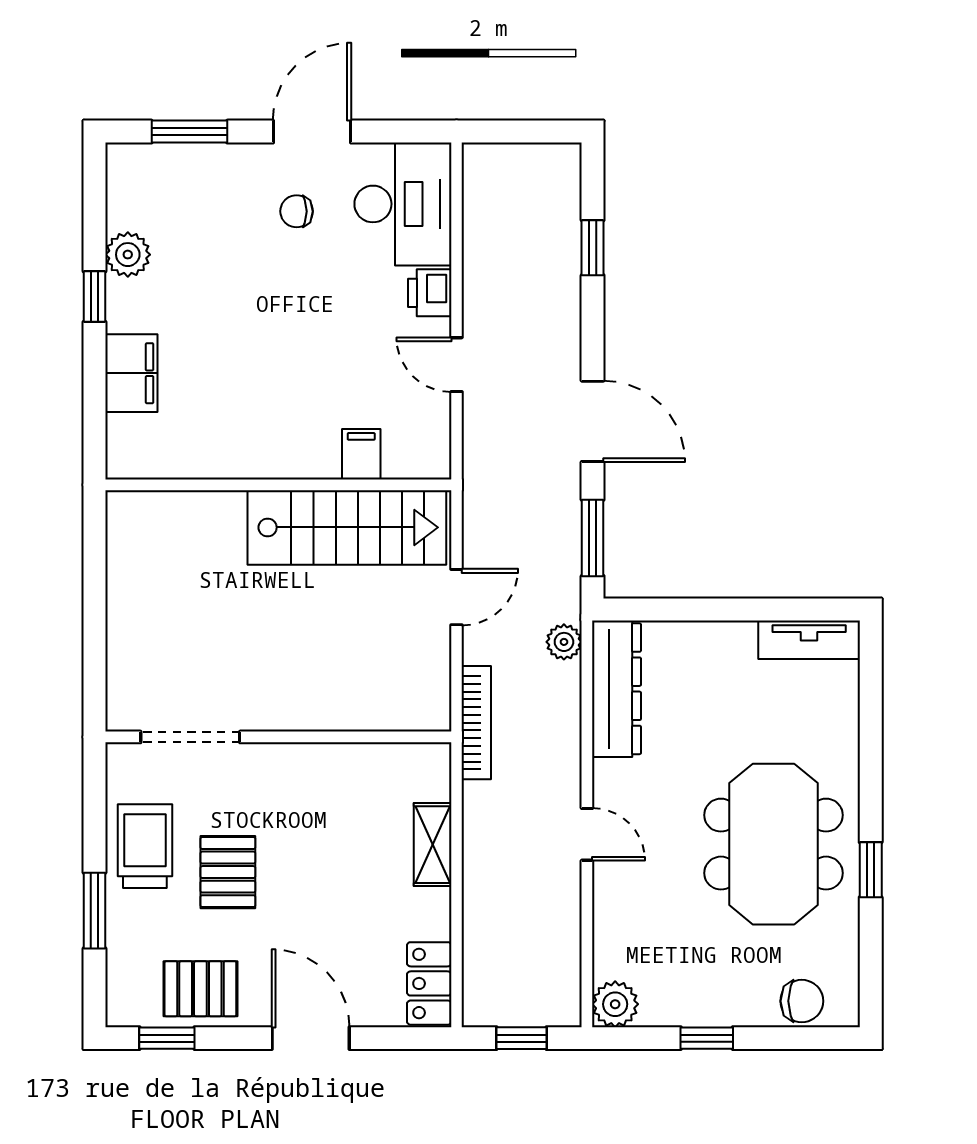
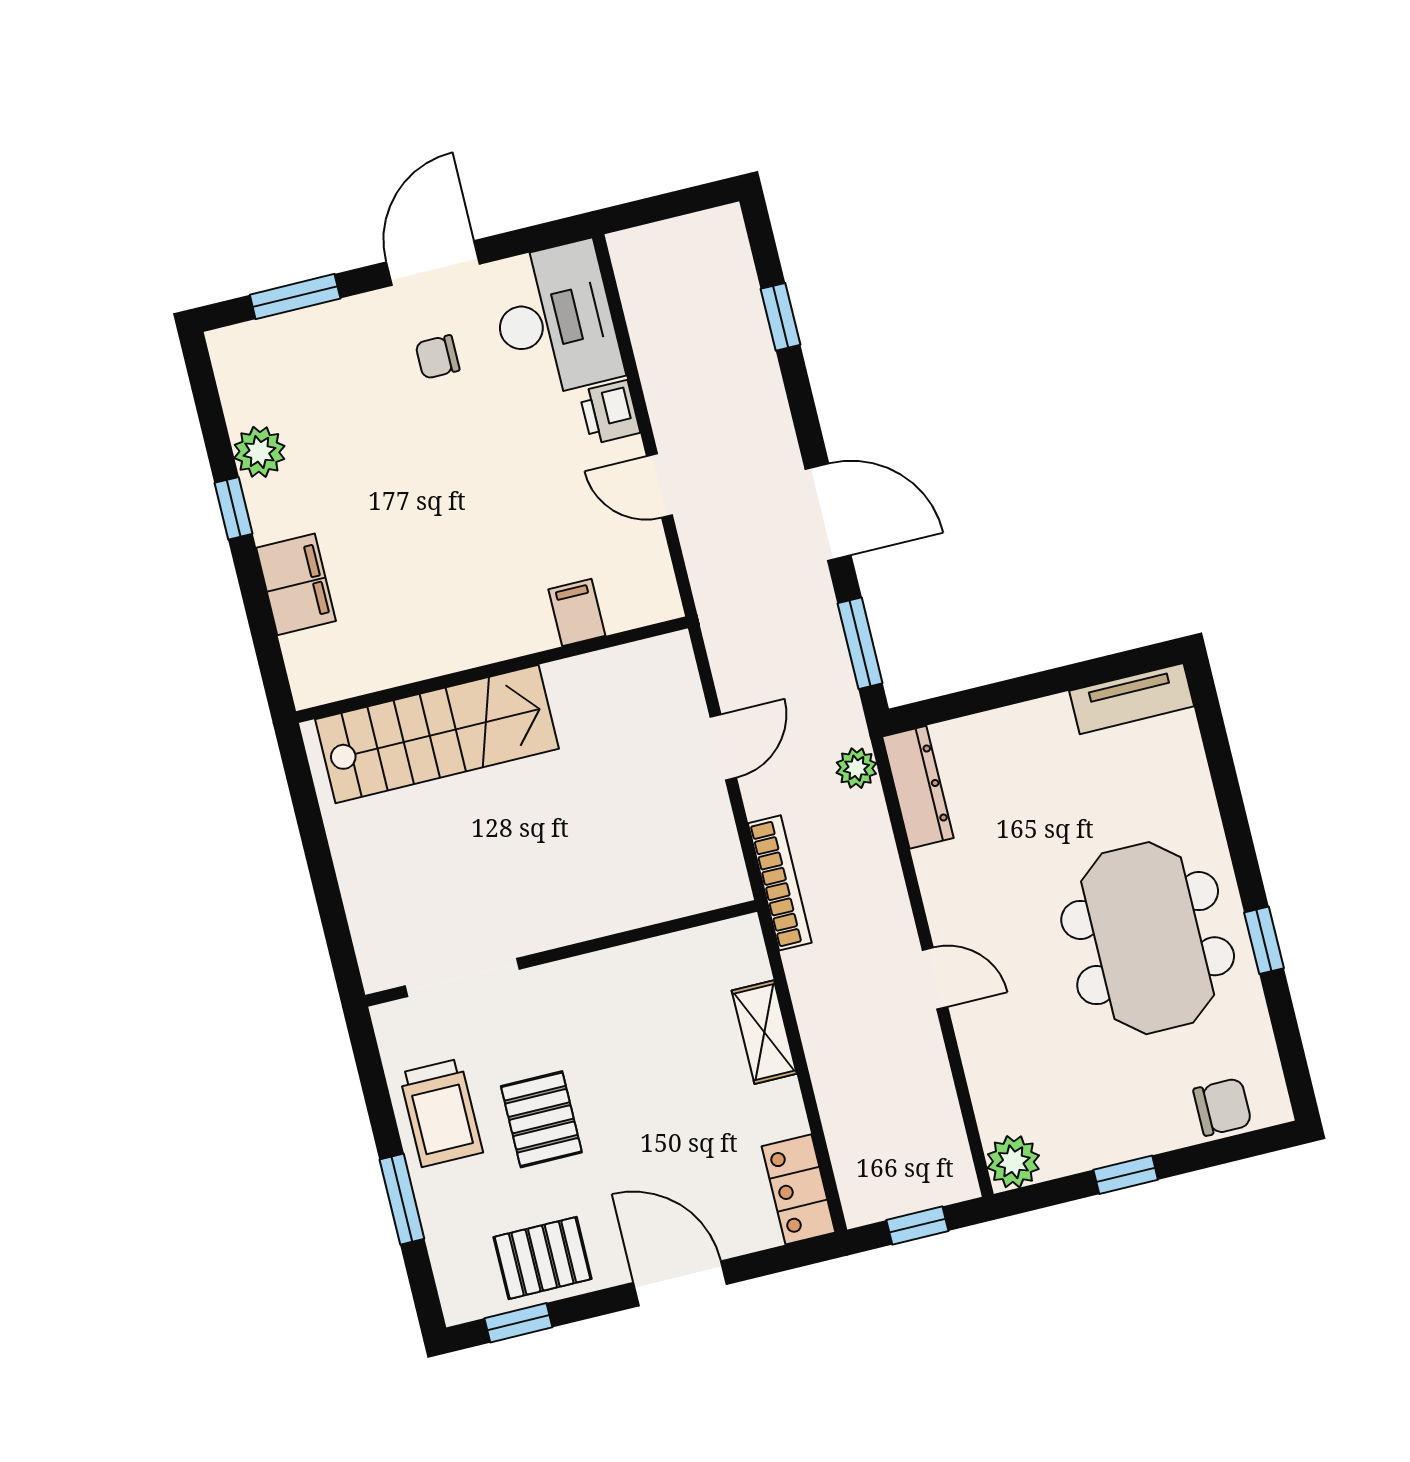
stairs: (347, 527) -> (437, 734), moved
dresser: (616, 689) -> (918, 787), width x0.73, depth x0.80
trolley: (145, 846) -> (441, 1113), turned 180

